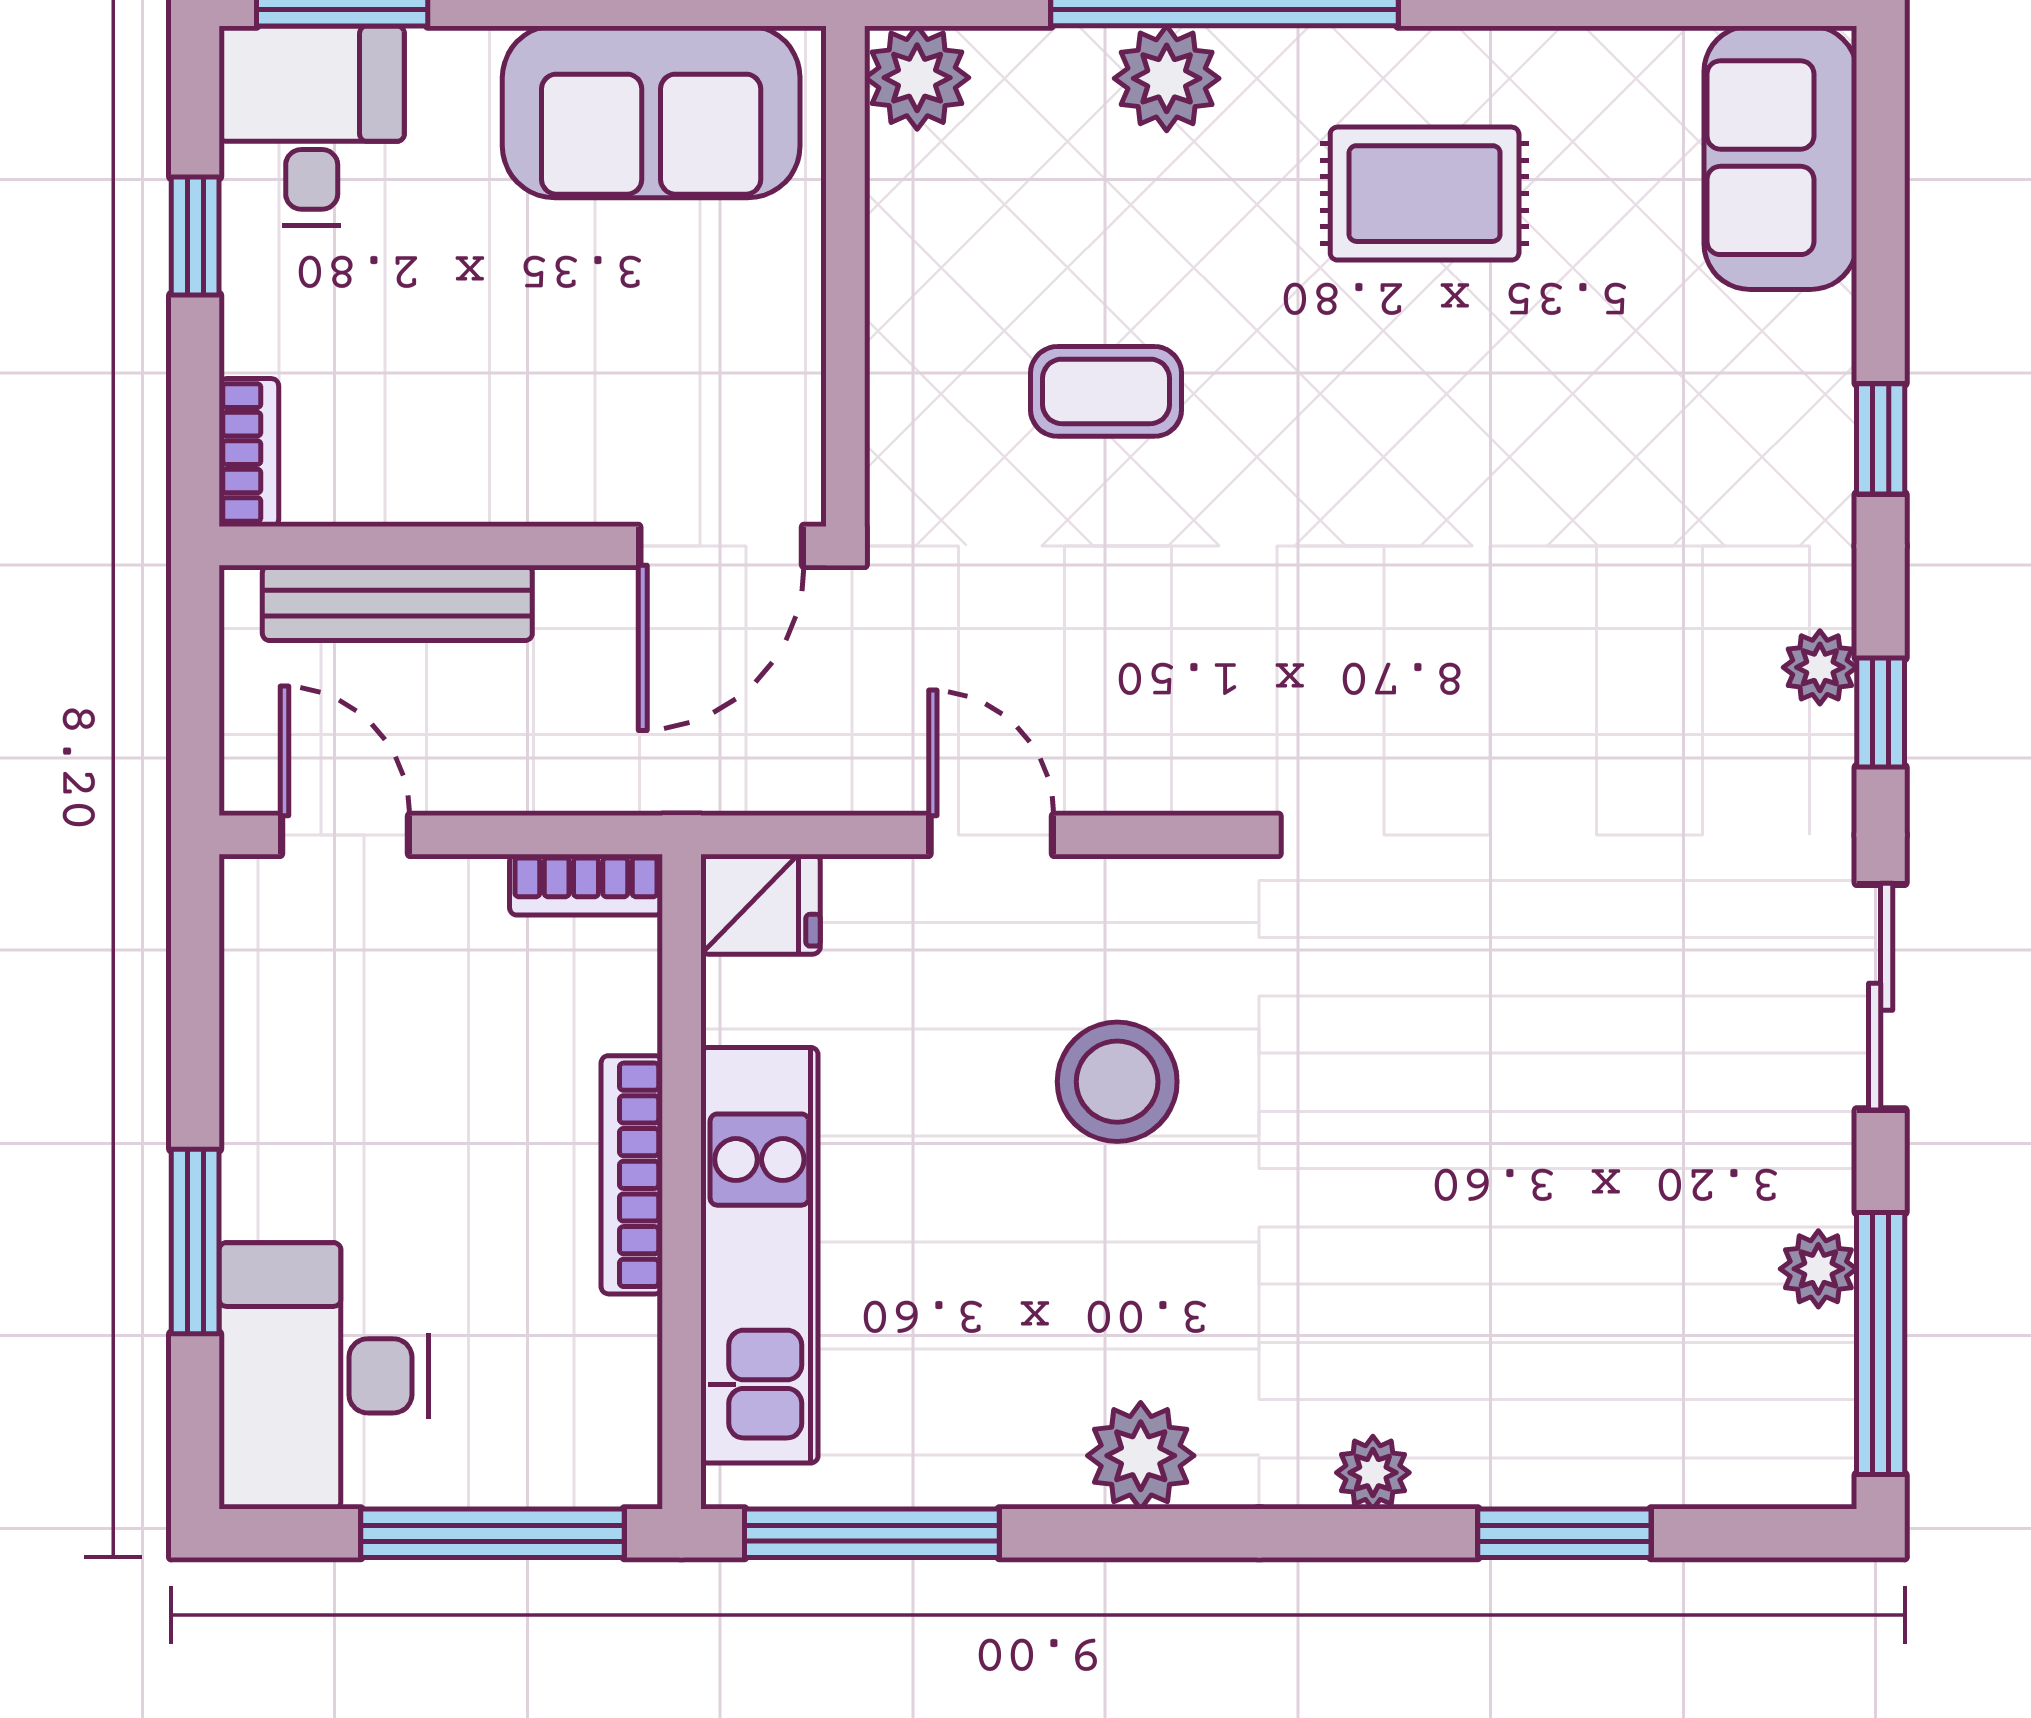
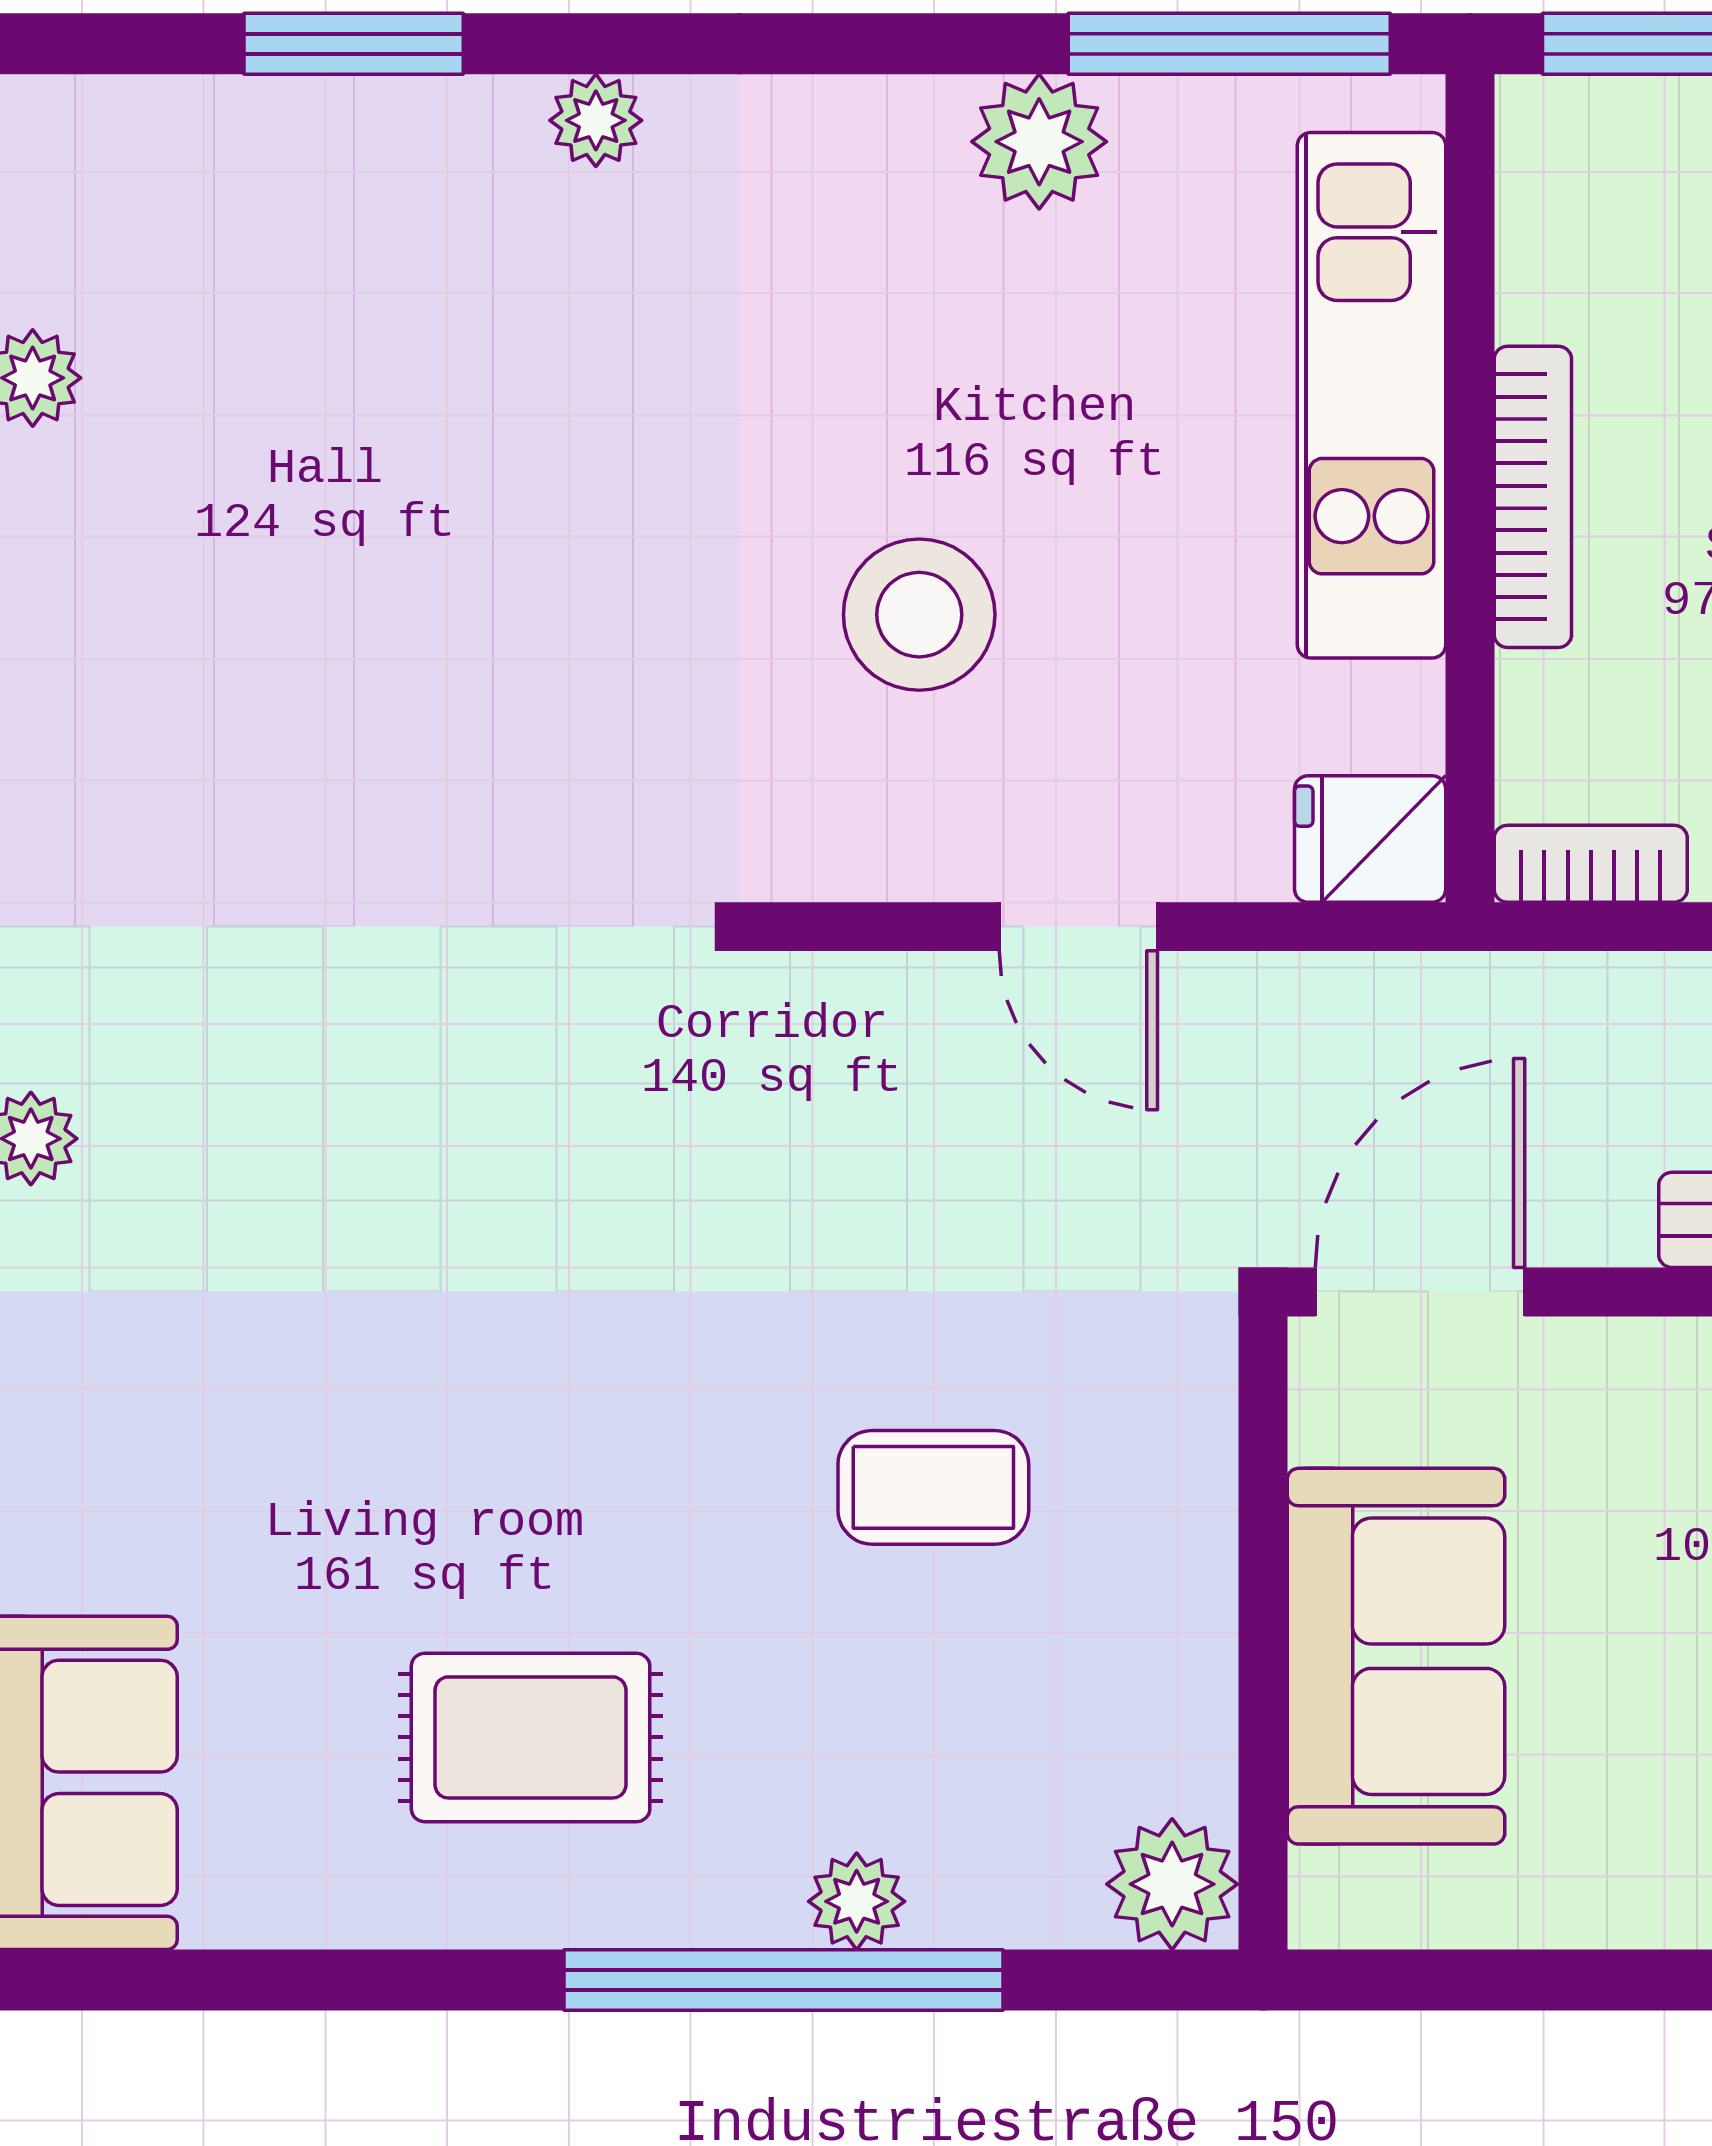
plant: (1167, 78) -> (857, 1901), width x0.73, depth x0.73
sofa: (651, 112) -> (1396, 1656), moved, turned 90
plant: (1141, 1456) -> (1039, 142), moved

